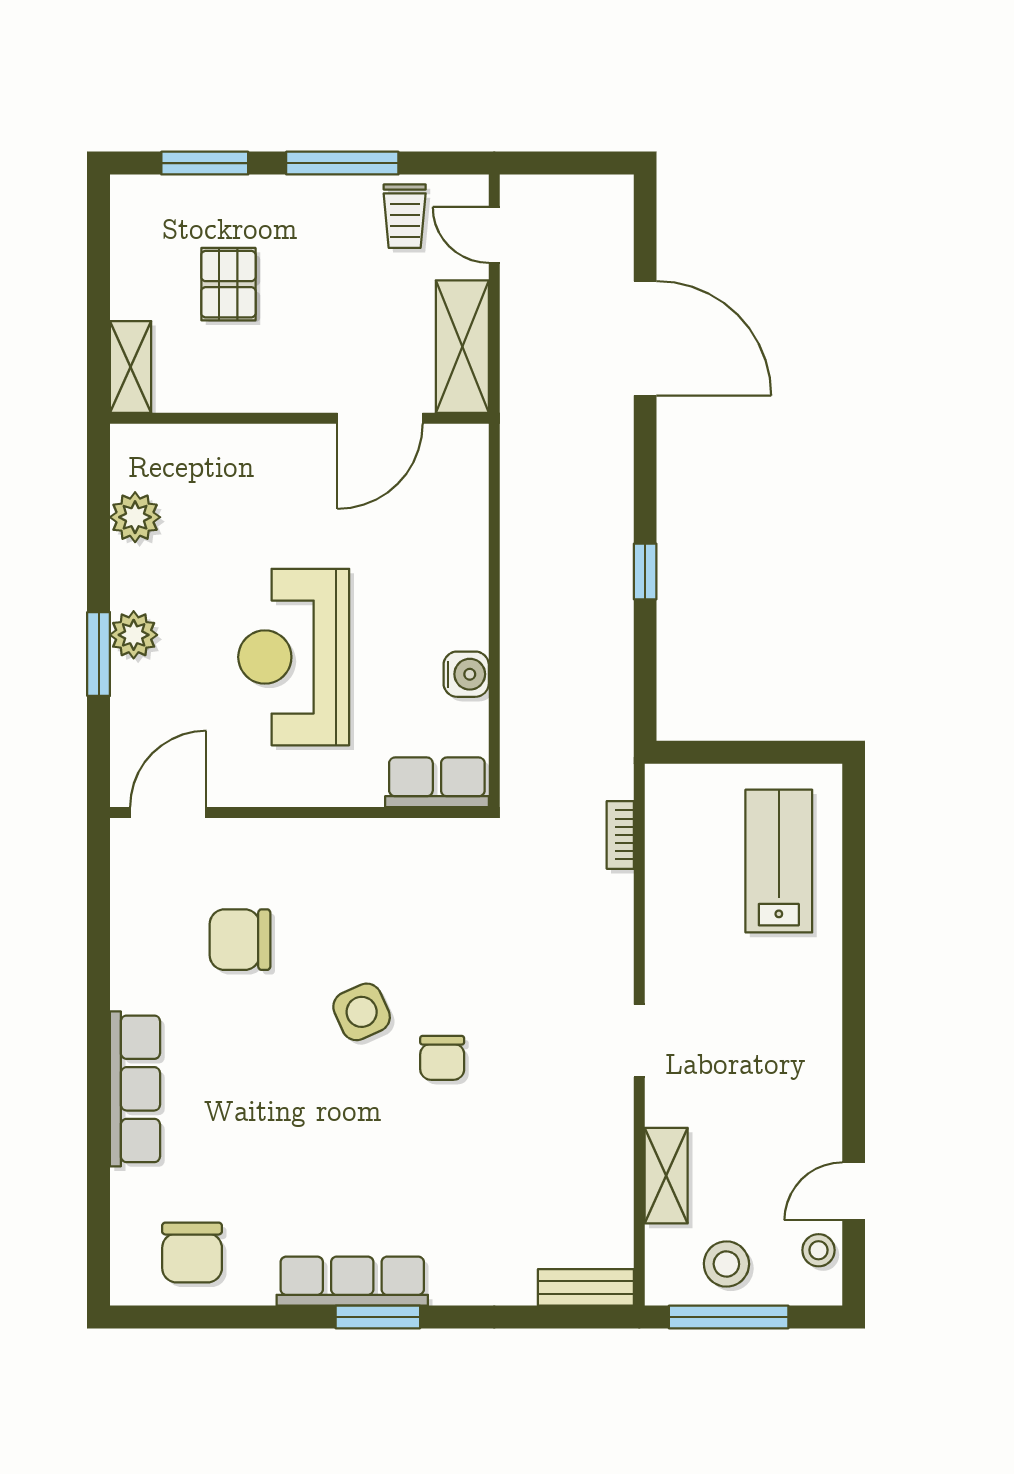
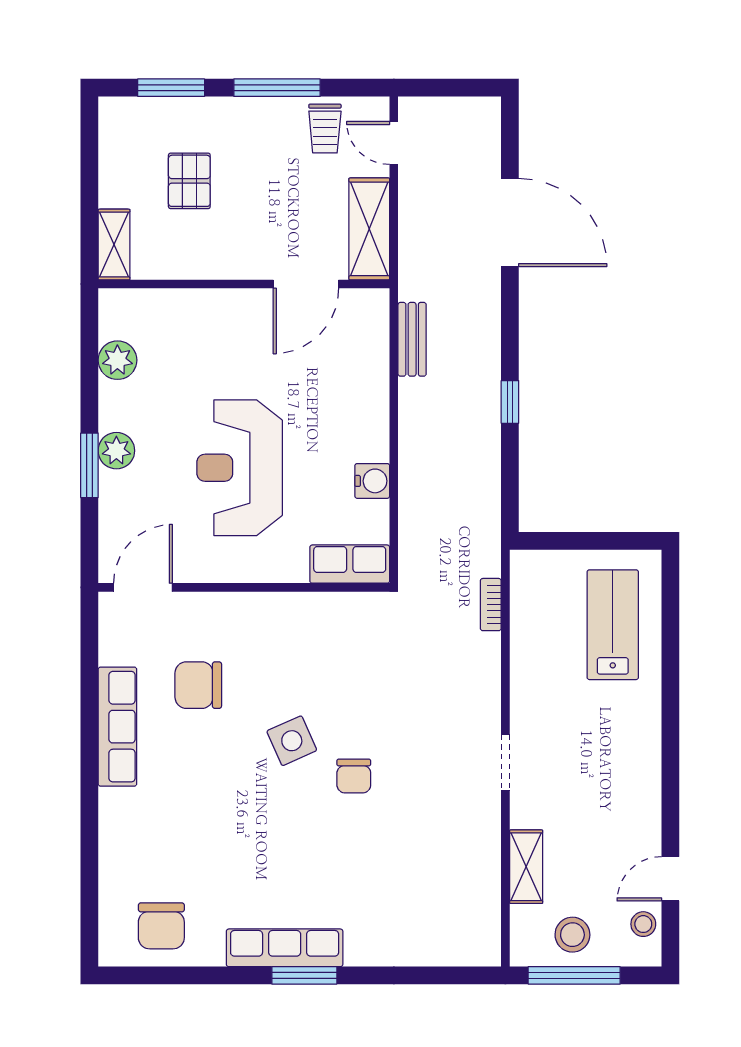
row of seats: (135, 1089) -> (117, 727), moved
bench: (586, 1287) -> (412, 339), moved, turned 90

